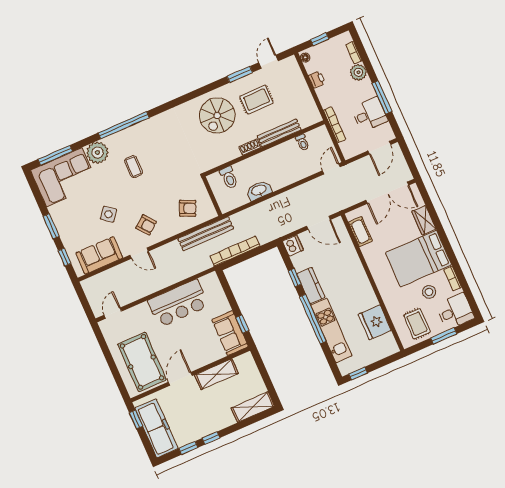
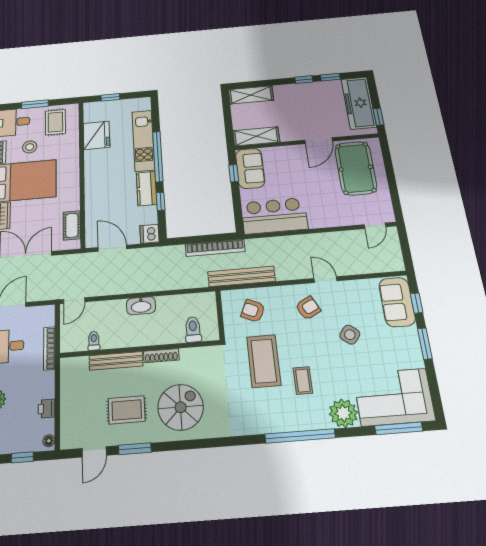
shoe rack: (250, 147) -> (161, 356), width x1.43
coffee table: (167, 171) -> (264, 361), added
washbasin: (259, 190) -> (141, 306), moved
armchair: (146, 225) -> (308, 308), turned 101
sofa: (99, 255) -> (397, 302), moved, turned 90
bar counter: (178, 303) -> (274, 216), moved
window: (358, 373) -> (110, 97), moved
shelving: (217, 374) -> (256, 136), moved

